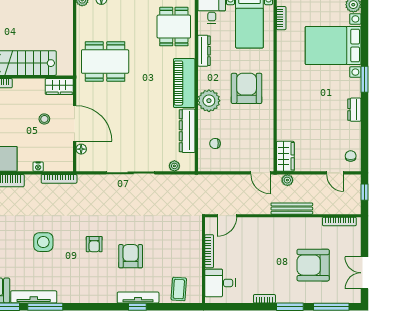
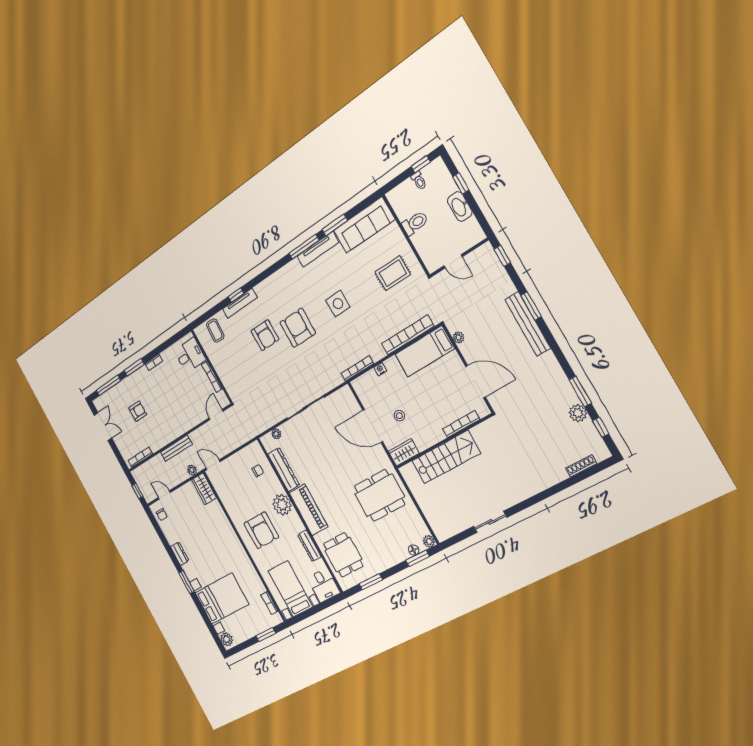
floor lamp: (81, 149) -> (355, 406), removed
armchair: (94, 244) -> (298, 328), width x1.88, depth x1.88
armchair: (313, 265) -> (138, 411), width x0.53, depth x0.53

